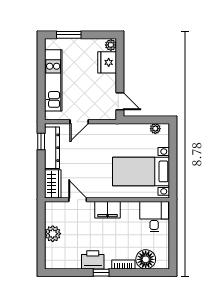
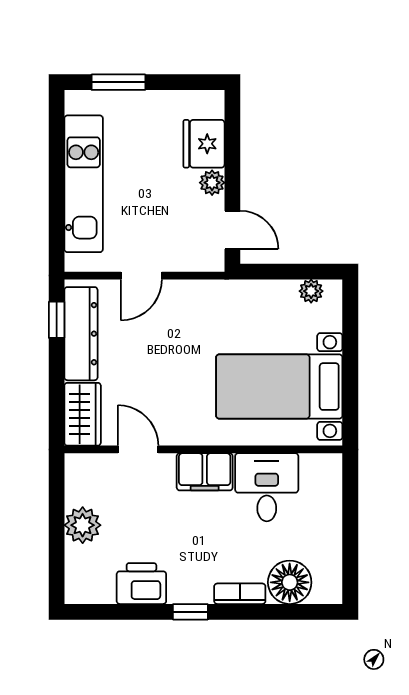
plant: (111, 45) -> (212, 183), moved
desk: (154, 217) -> (267, 487), moved
printer: (93, 260) -> (141, 584), moved

